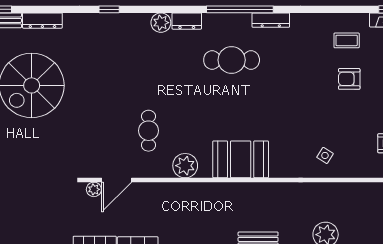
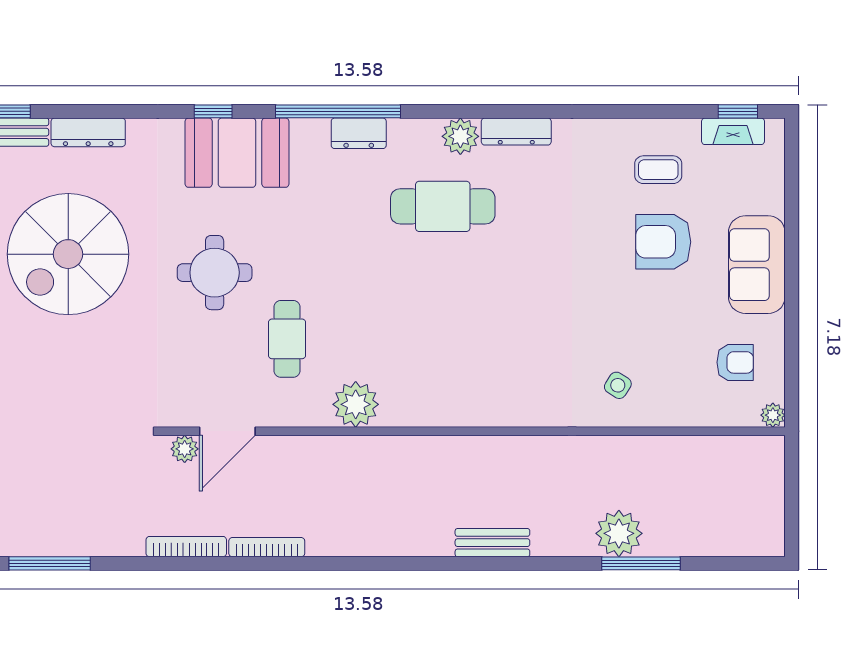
window: (240, 9) -> (338, 111), moved
plant: (161, 23) -> (460, 136), moved
armchair: (349, 79) -> (663, 242), width x1.38, depth x1.38
round table: (110, 95) -> (215, 273), added
booth: (241, 159) -> (237, 153), moved

